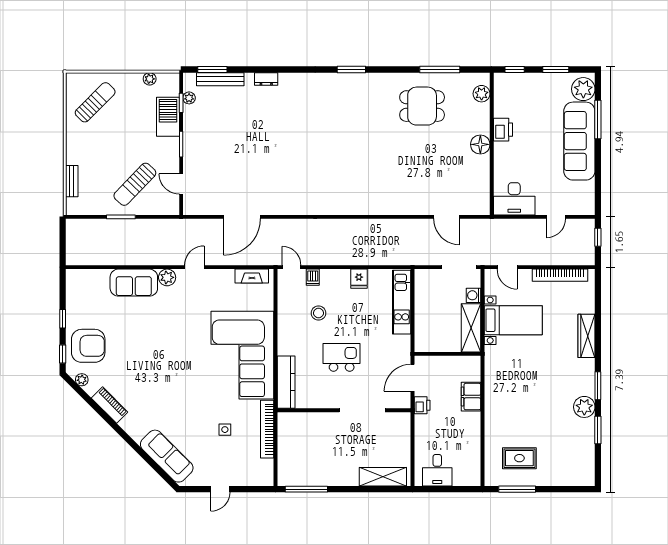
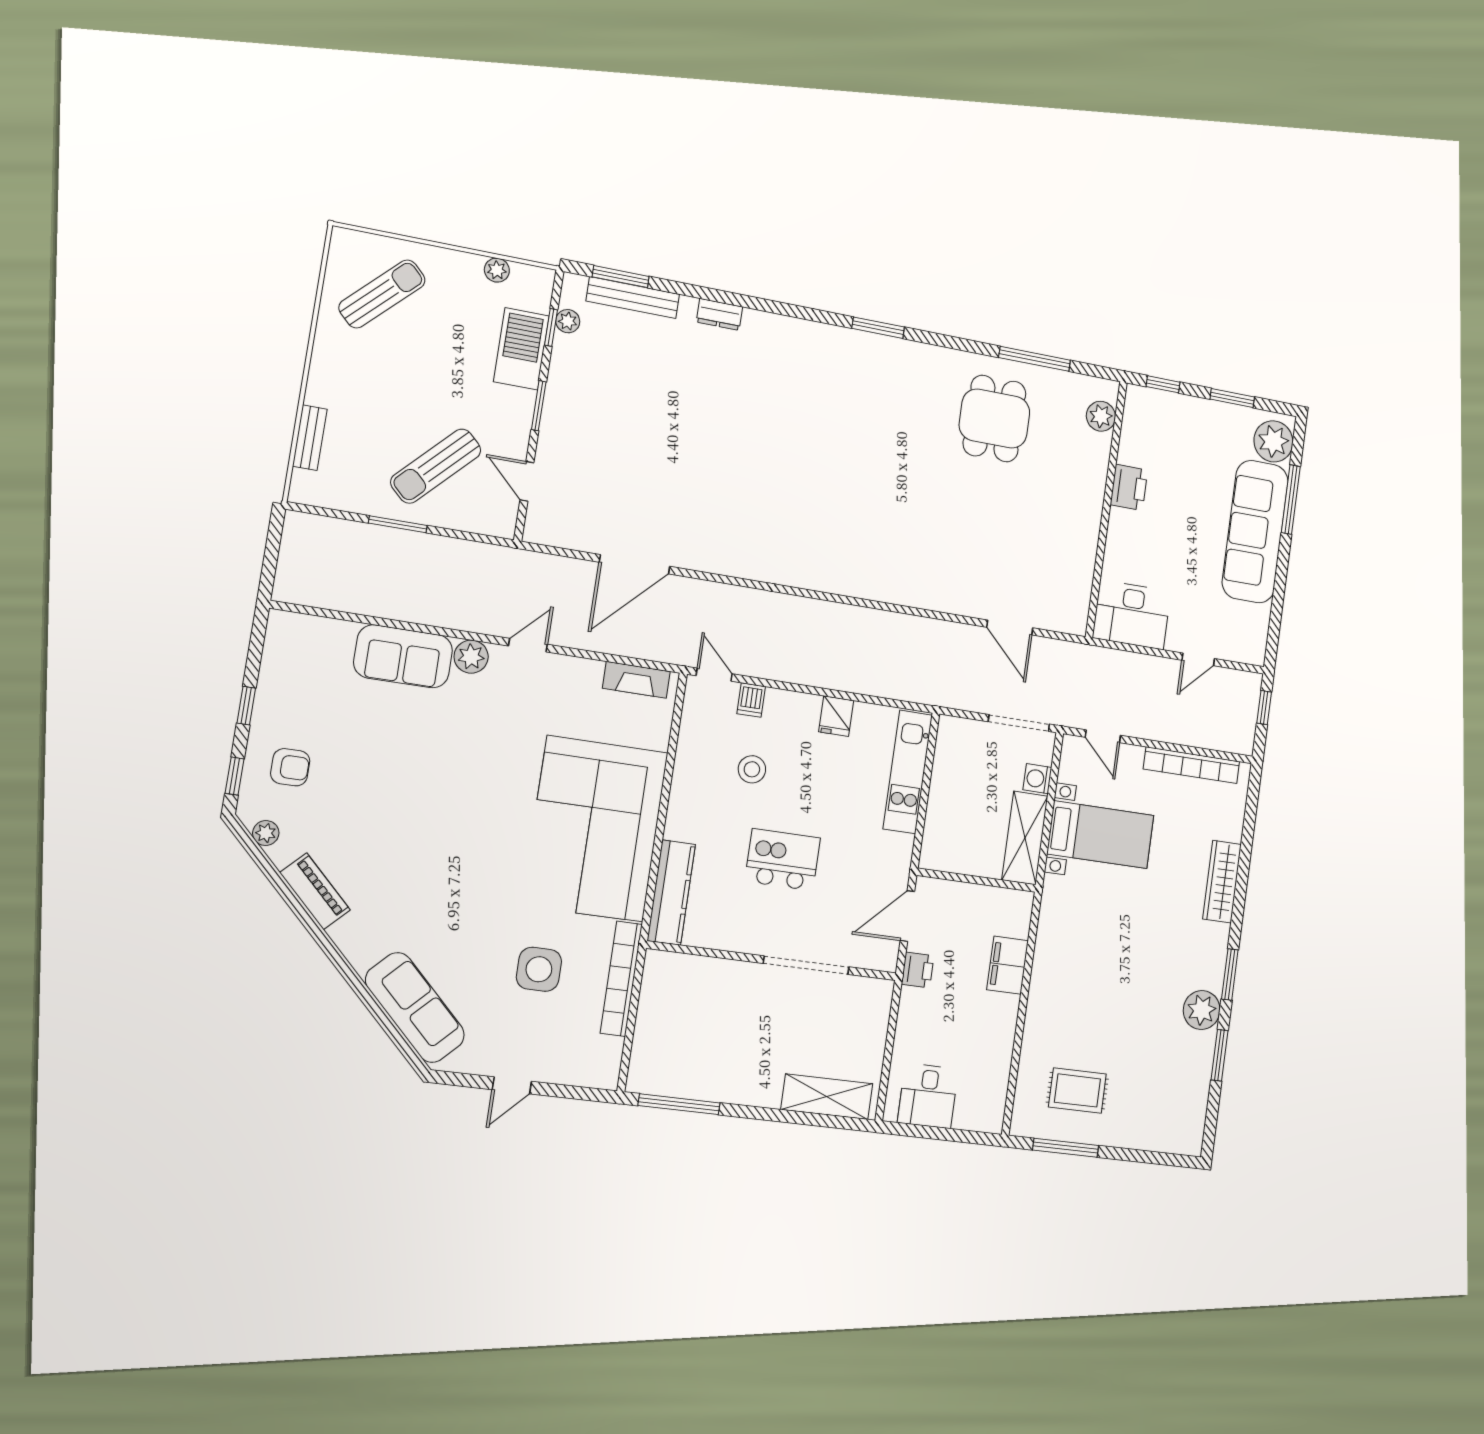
dining table: (422, 106) -> (994, 419), turned 90
floor lamp: (480, 144) -> (1086, 507), removed
armchair: (88, 346) -> (290, 767), width x0.53, depth x0.53
side table: (225, 430) -> (539, 969), width x1.87, depth x1.87

